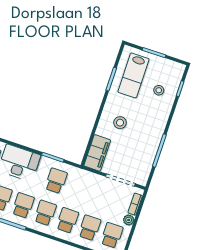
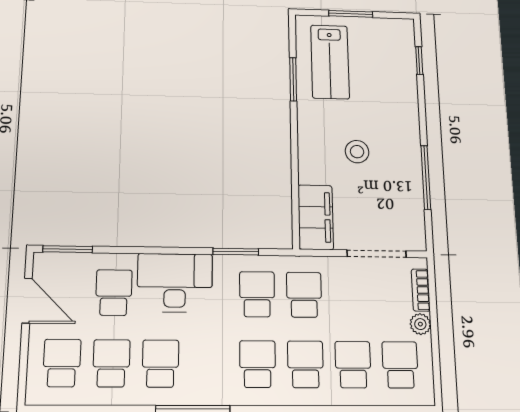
stool: (159, 90) -> (384, 74), removed
stool: (120, 123) -> (357, 152), moved
school desk: (23, 205) -> (304, 295), moved

